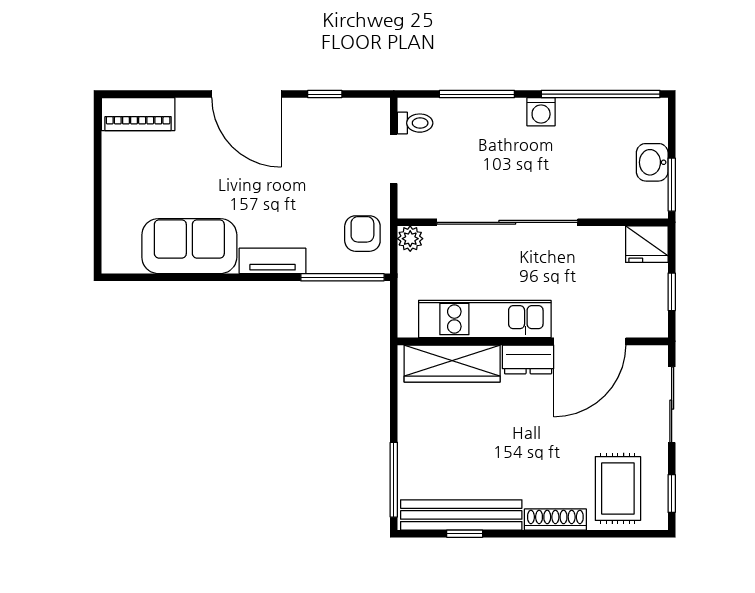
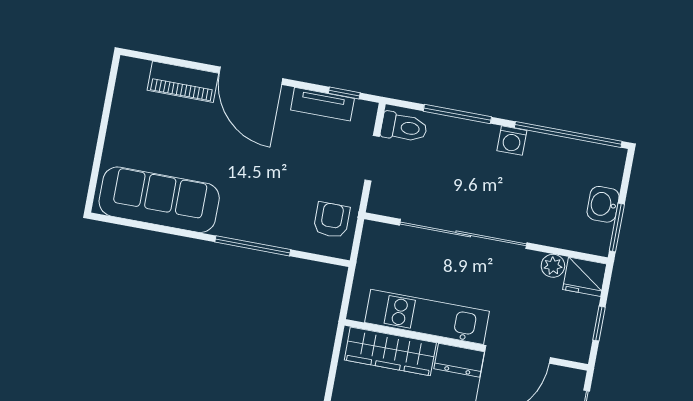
window: (325, 94) -> (344, 93), moved
piano: (138, 114) -> (183, 82), moved
toilet: (415, 123) -> (404, 127), width x1.37, depth x1.39
plant: (410, 239) -> (553, 266), moved
sofa: (189, 246) -> (159, 200), width x1.36
tv unit: (273, 261) -> (322, 104), moved, turned 180
window: (342, 277) -> (253, 246), moved

